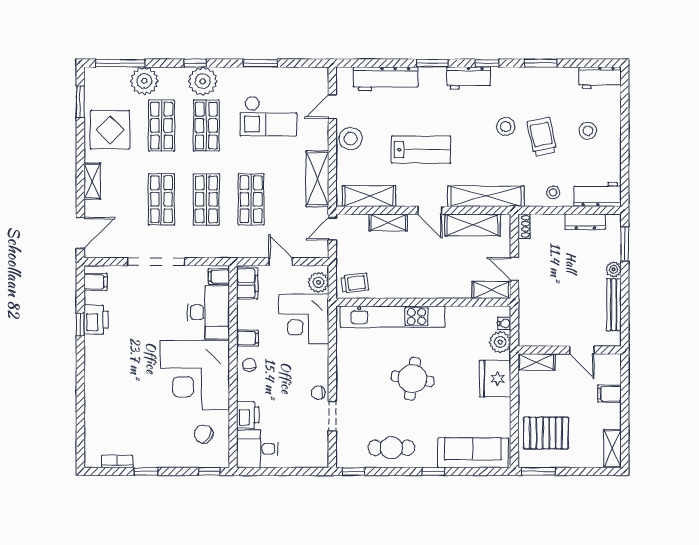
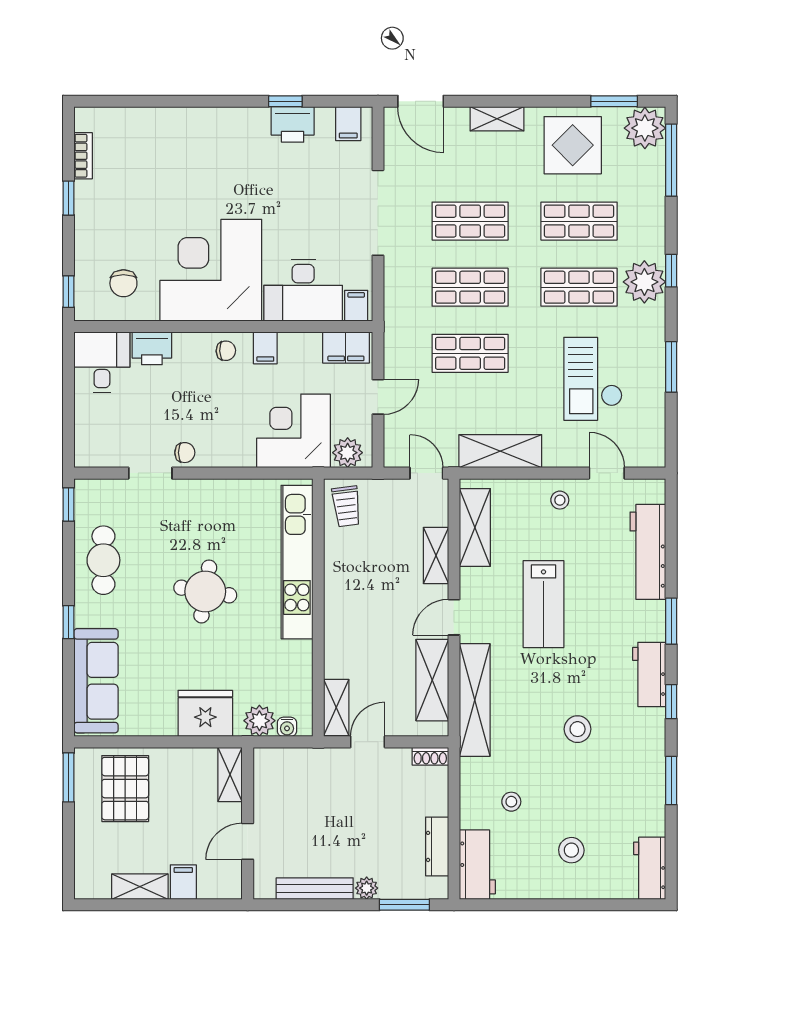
plant: (144, 81) -> (645, 128), moved
trolley: (542, 137) -> (562, 782), removed
stool: (351, 139) -> (560, 500), width x0.53, depth x0.53
stool: (553, 192) -> (511, 802), moved
chair: (318, 393) -> (185, 453), turned 90
chair: (204, 434) -> (123, 283), turned 148
shelving: (612, 449) -> (140, 887), moved

